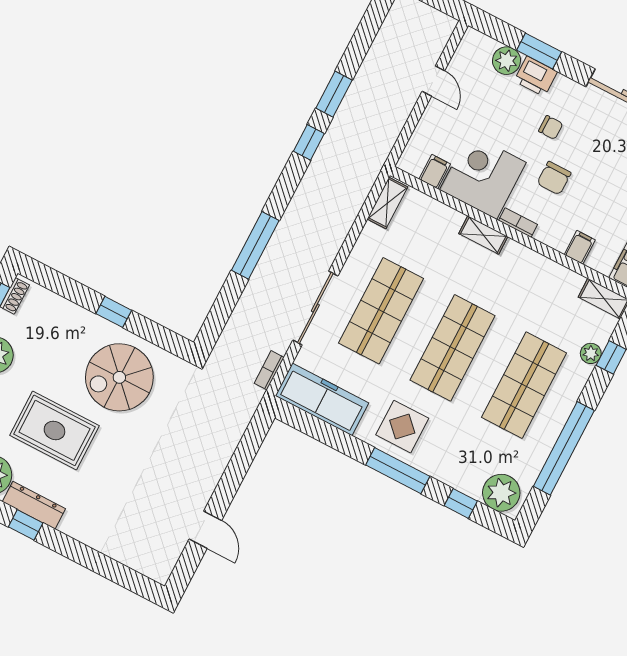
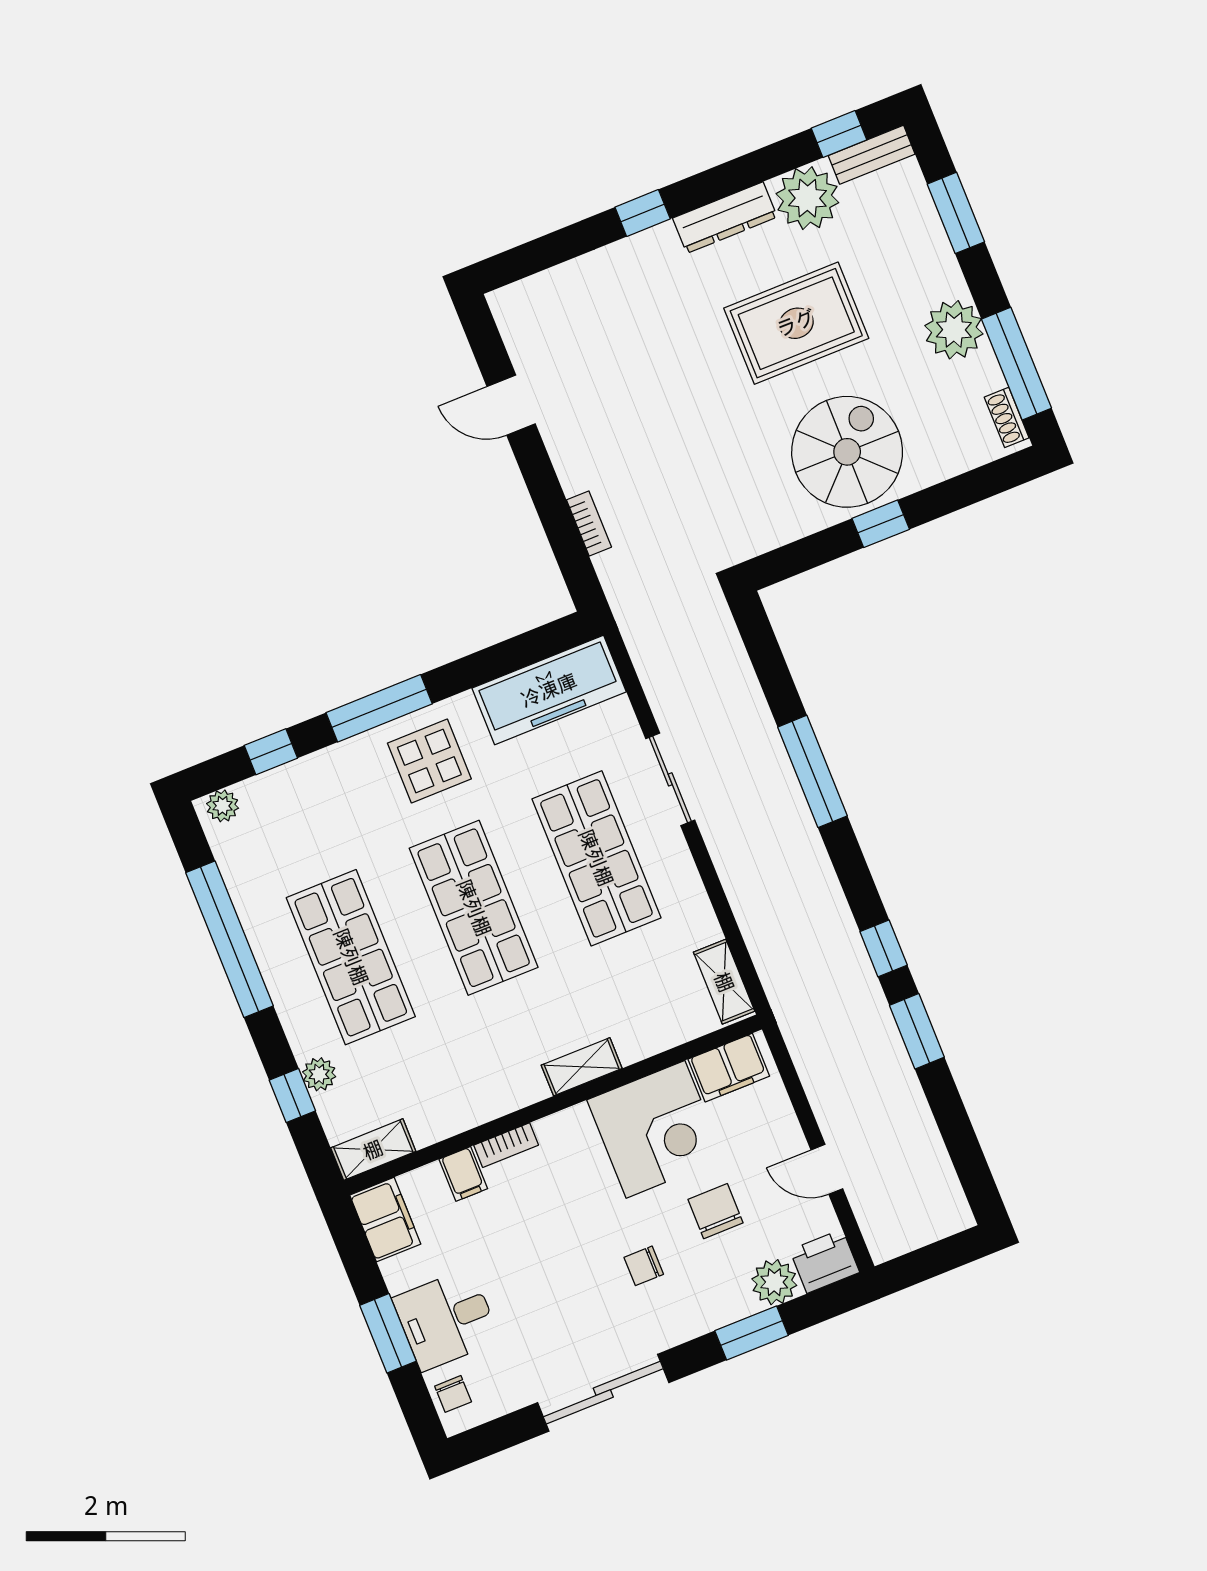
printer: (536, 76) -> (825, 1261), moved
filing cabinet: (435, 172) -> (729, 1068), width x2.00
chair: (554, 178) -> (715, 1211), moved
bookcase: (518, 223) -> (506, 1145), moved
sliding door: (315, 308) -> (670, 779), width x0.73
bookcase: (269, 370) -> (589, 524), moved
spiral stairs: (119, 377) -> (847, 452), moved
plant: (501, 493) -> (223, 806), width x0.53, depth x0.53
window: (26, 525) -> (643, 213), moved

